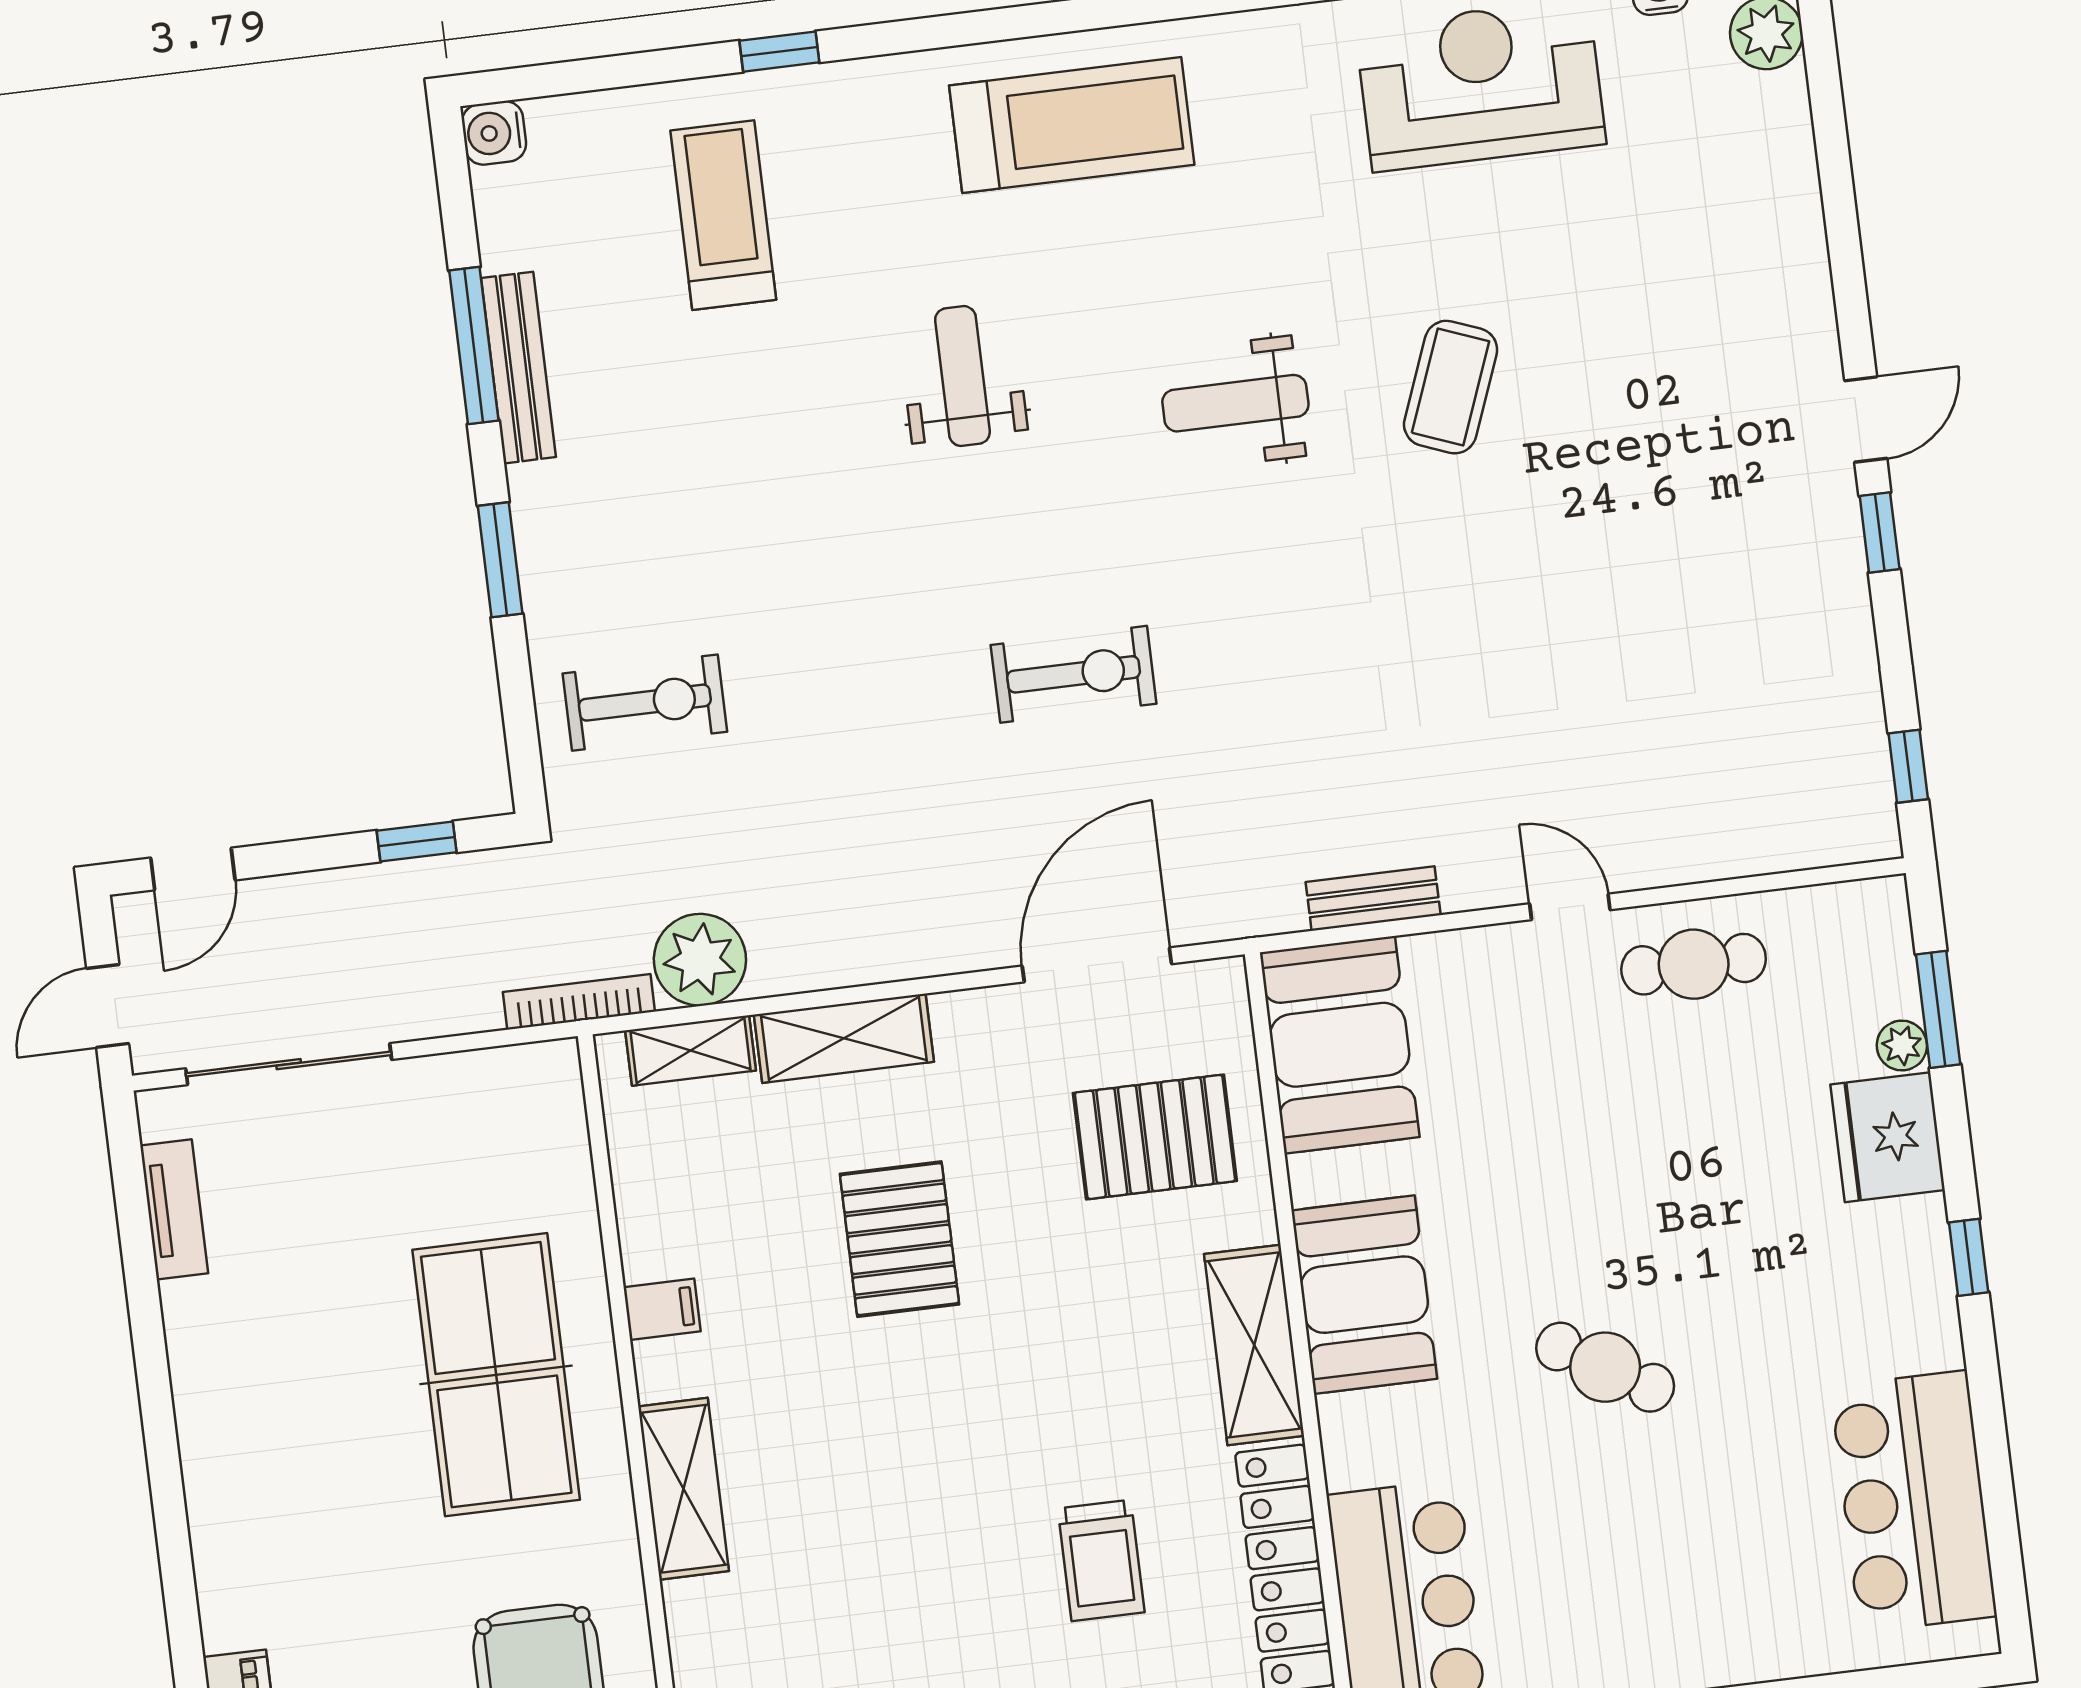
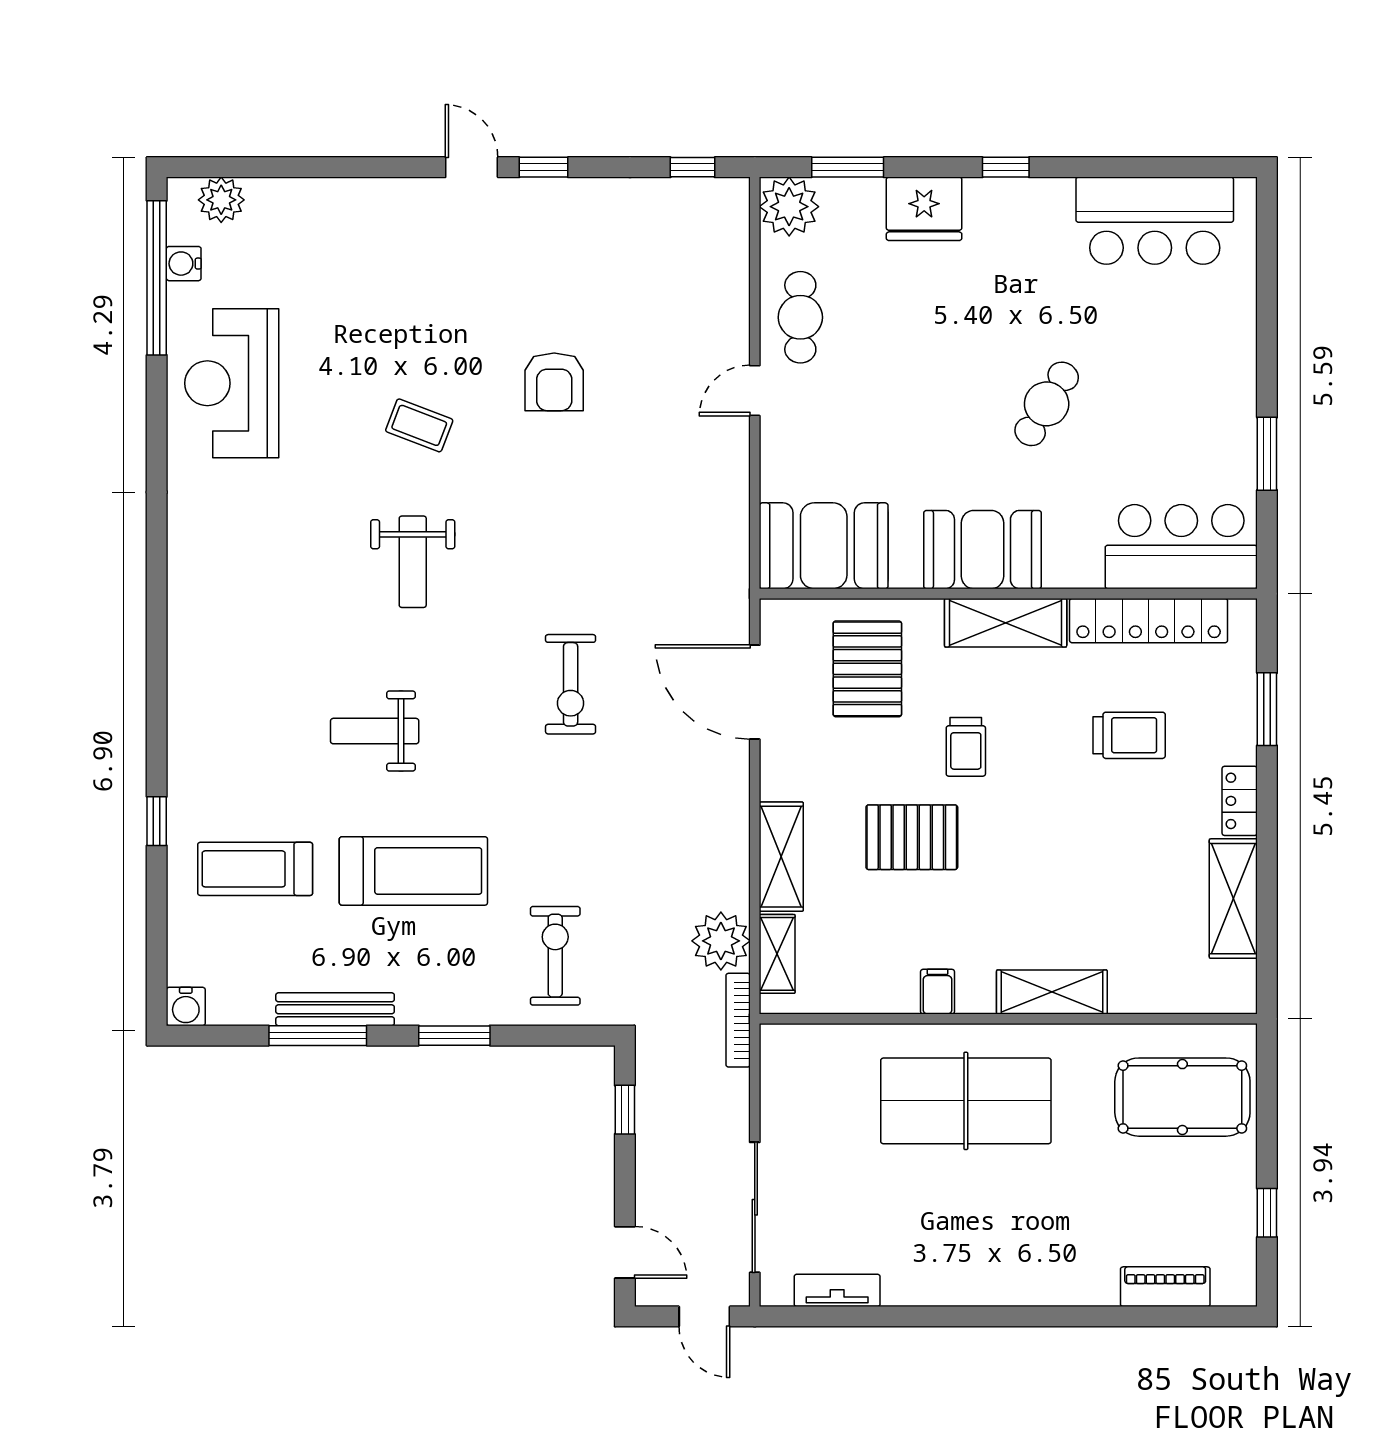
treadmill: (1072, 125) -> (413, 871), moved, turned 90
coffee table: (1451, 387) -> (419, 425), width x0.73, depth x0.77
armchair: (1545, 590) -> (554, 382), added
exercise bike: (1074, 674) -> (571, 684), turned 180
bench: (1373, 899) -> (734, 513), removed
plant: (1902, 1045) -> (789, 207), moved, width x1.88, depth x1.88
trolley: (1052, 1307) -> (966, 747), added

